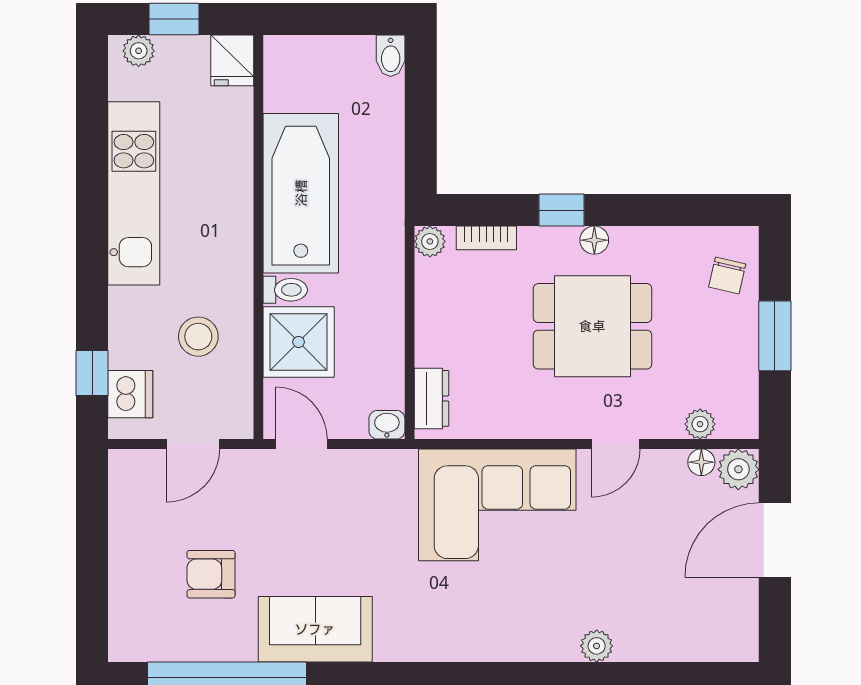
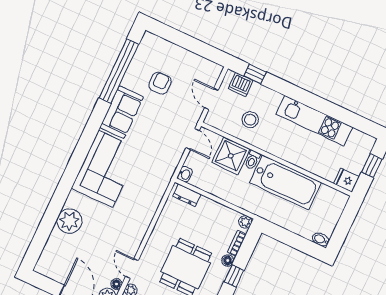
plant: (139, 51) -> (366, 147), removed
floor lamp: (594, 240) -> (228, 260), moved
door: (301, 444) -> (193, 139), hinge flipped
door: (616, 444) -> (132, 269), moved
corner sofa: (497, 505) -> (106, 169), moved, turned 180
plant: (597, 646) -> (69, 221), width x1.87, depth x1.87

